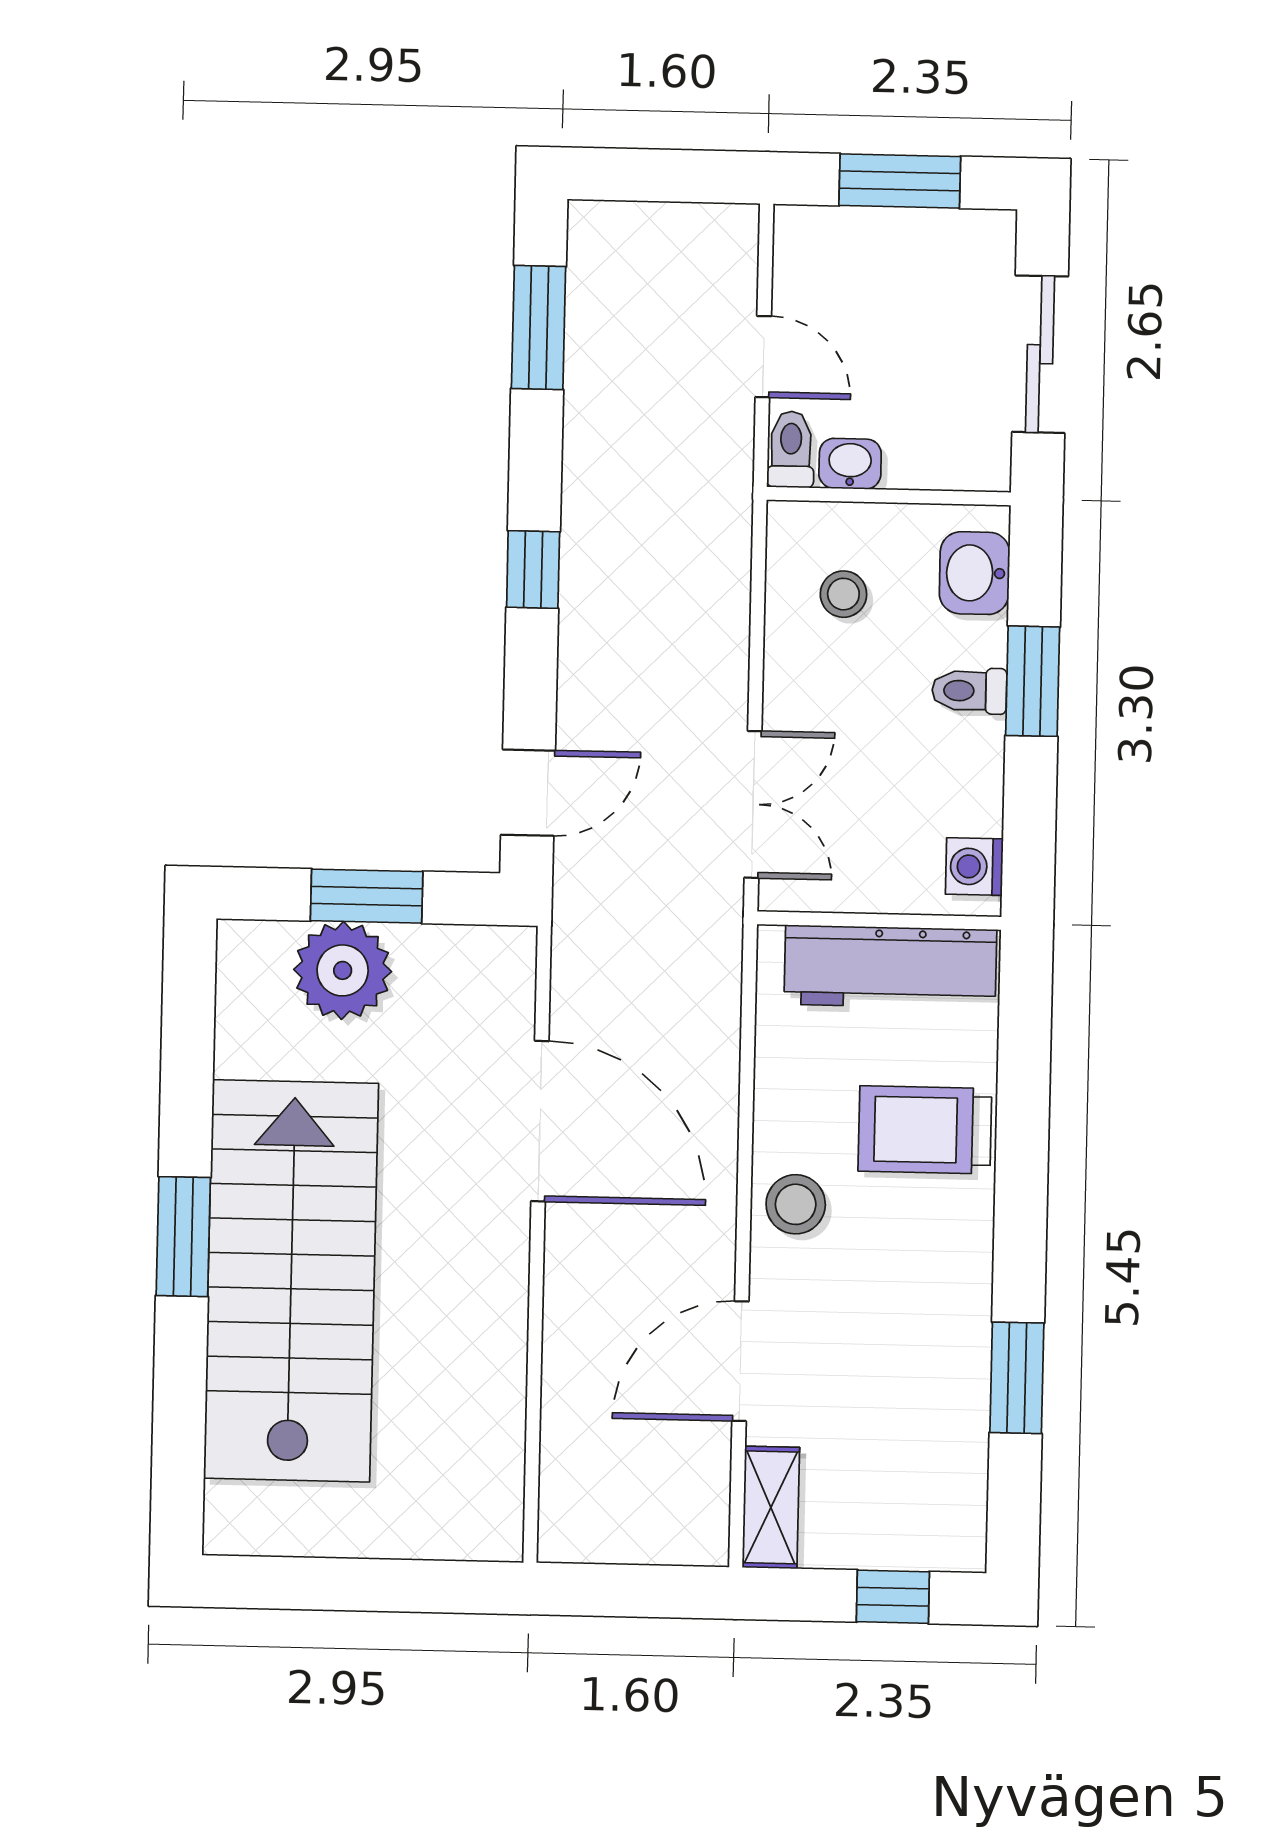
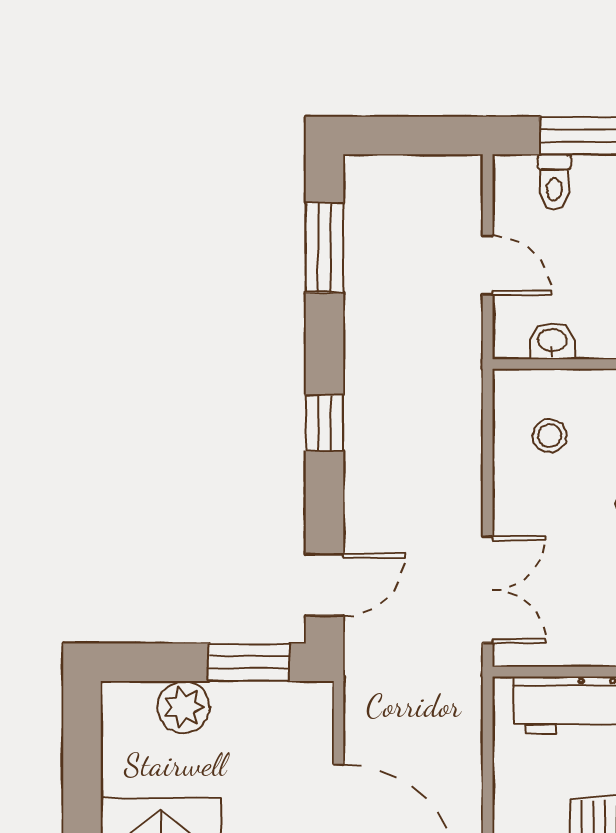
toilet: (791, 449) -> (554, 182), moved, turned 180
window: (367, 896) -> (249, 662), moved
plant: (343, 970) -> (184, 707), width x0.73, depth x0.73

